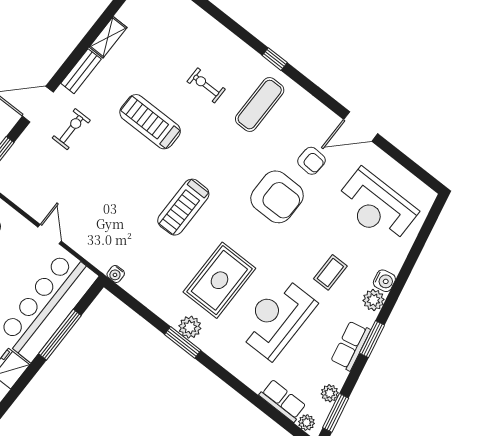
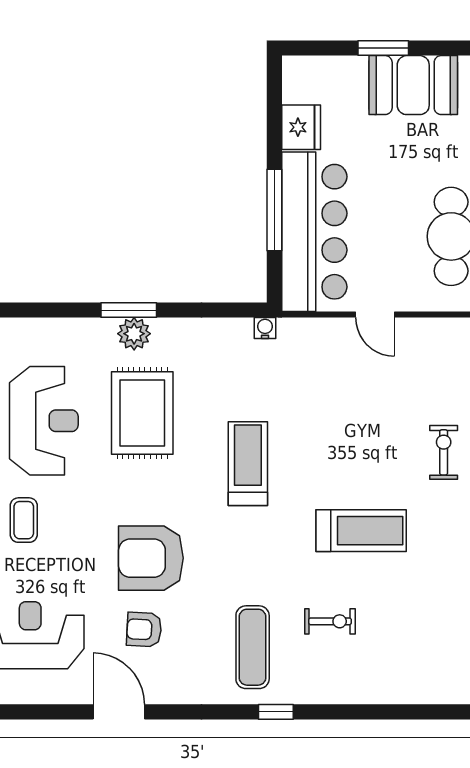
door: (361, 126) -> (119, 712), hinge flipped
exercise bike: (71, 129) -> (444, 452), turned 180

